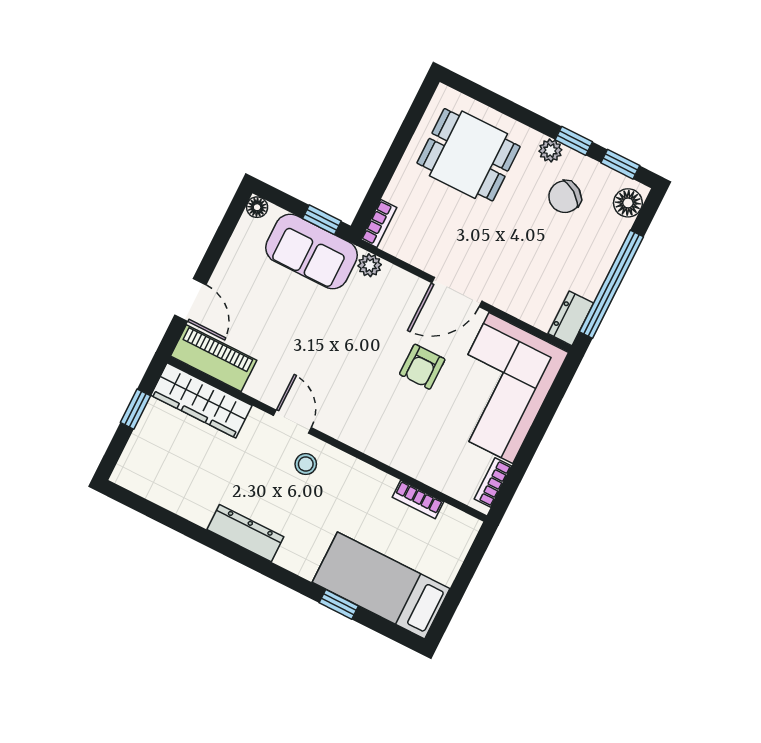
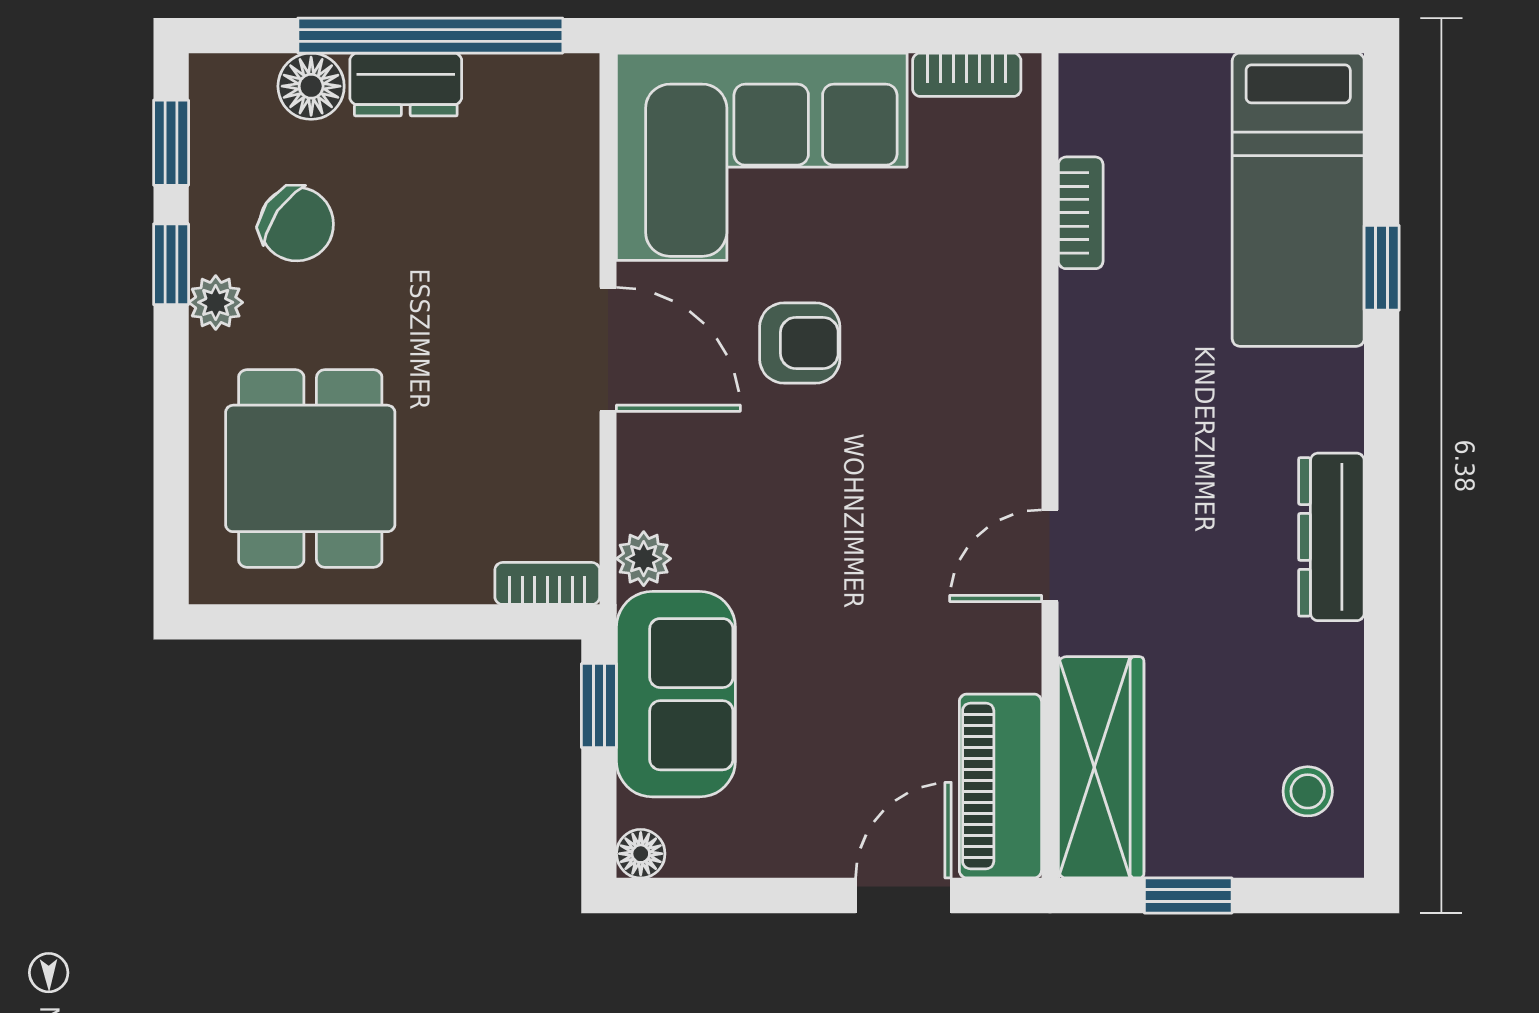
floor lamp: (628, 203) -> (311, 86), moved
dresser: (571, 318) -> (406, 85), moved
stool: (306, 464) -> (1308, 791), moved

